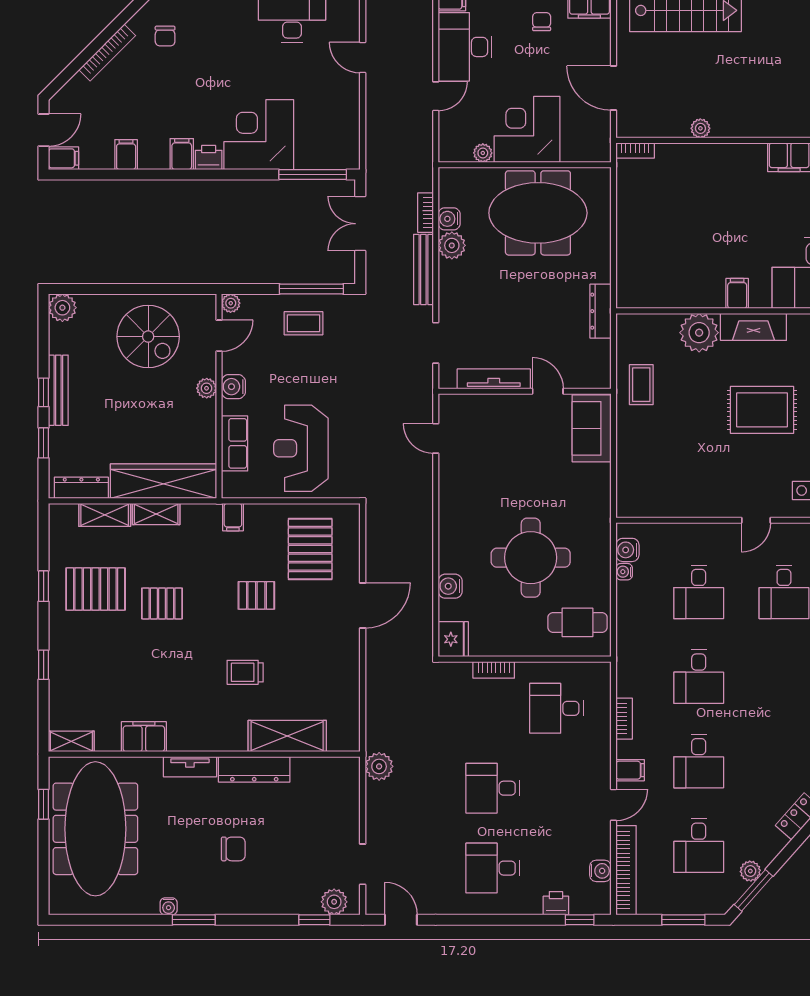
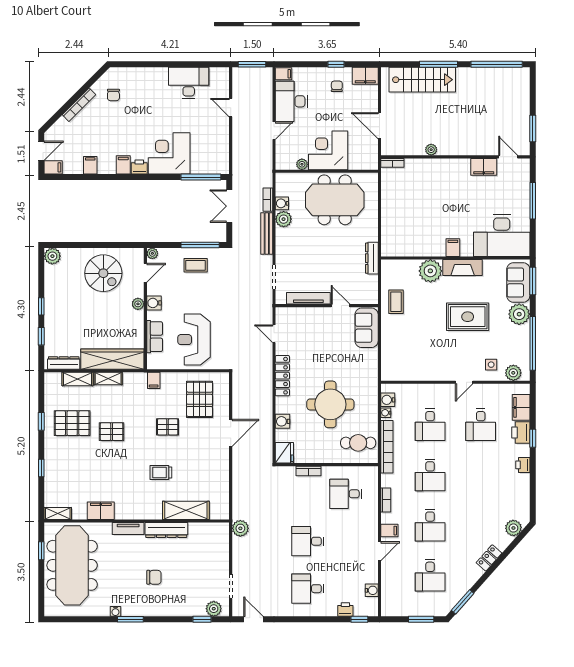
bench: (58, 390) -> (50, 305), removed
locker: (450, 509) -> (282, 376), added
bookcase: (626, 870) -> (387, 447), moved
plant: (750, 871) -> (461, 590), removed

